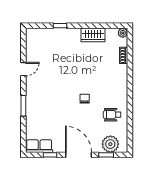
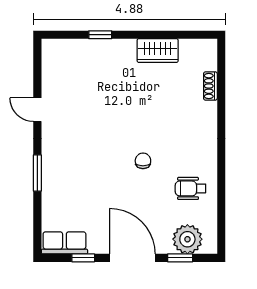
plant: (123, 33) -> (209, 47), removed
door: (23, 69) -> (37, 110), swing flipped

